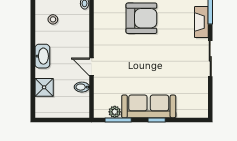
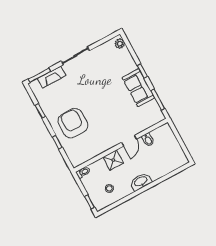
shower: (44, 87) -> (113, 160), moved
sofa: (149, 106) -> (138, 88), width x0.73
plant: (115, 112) -> (120, 44), moved

